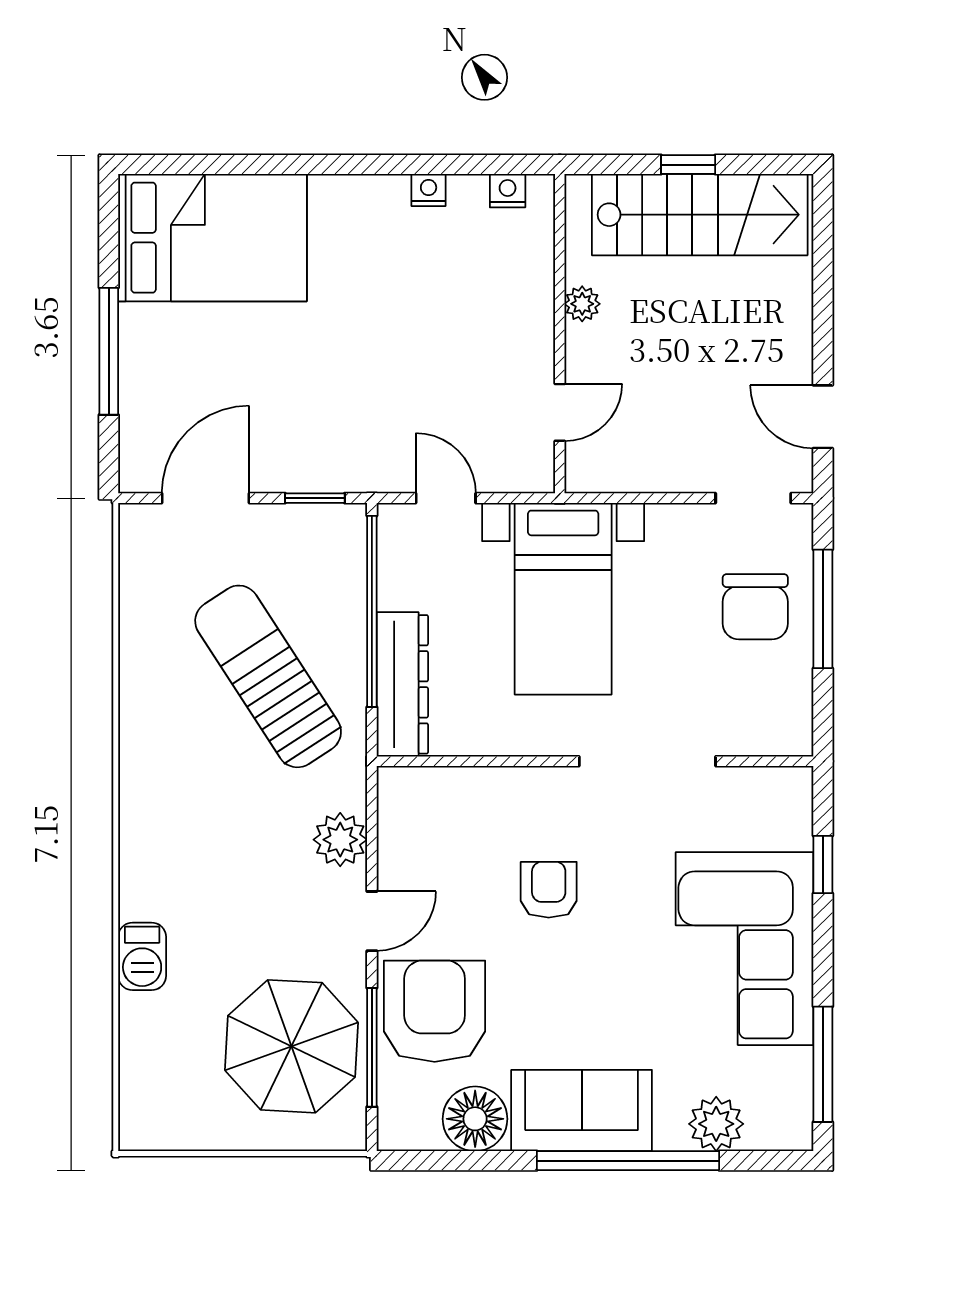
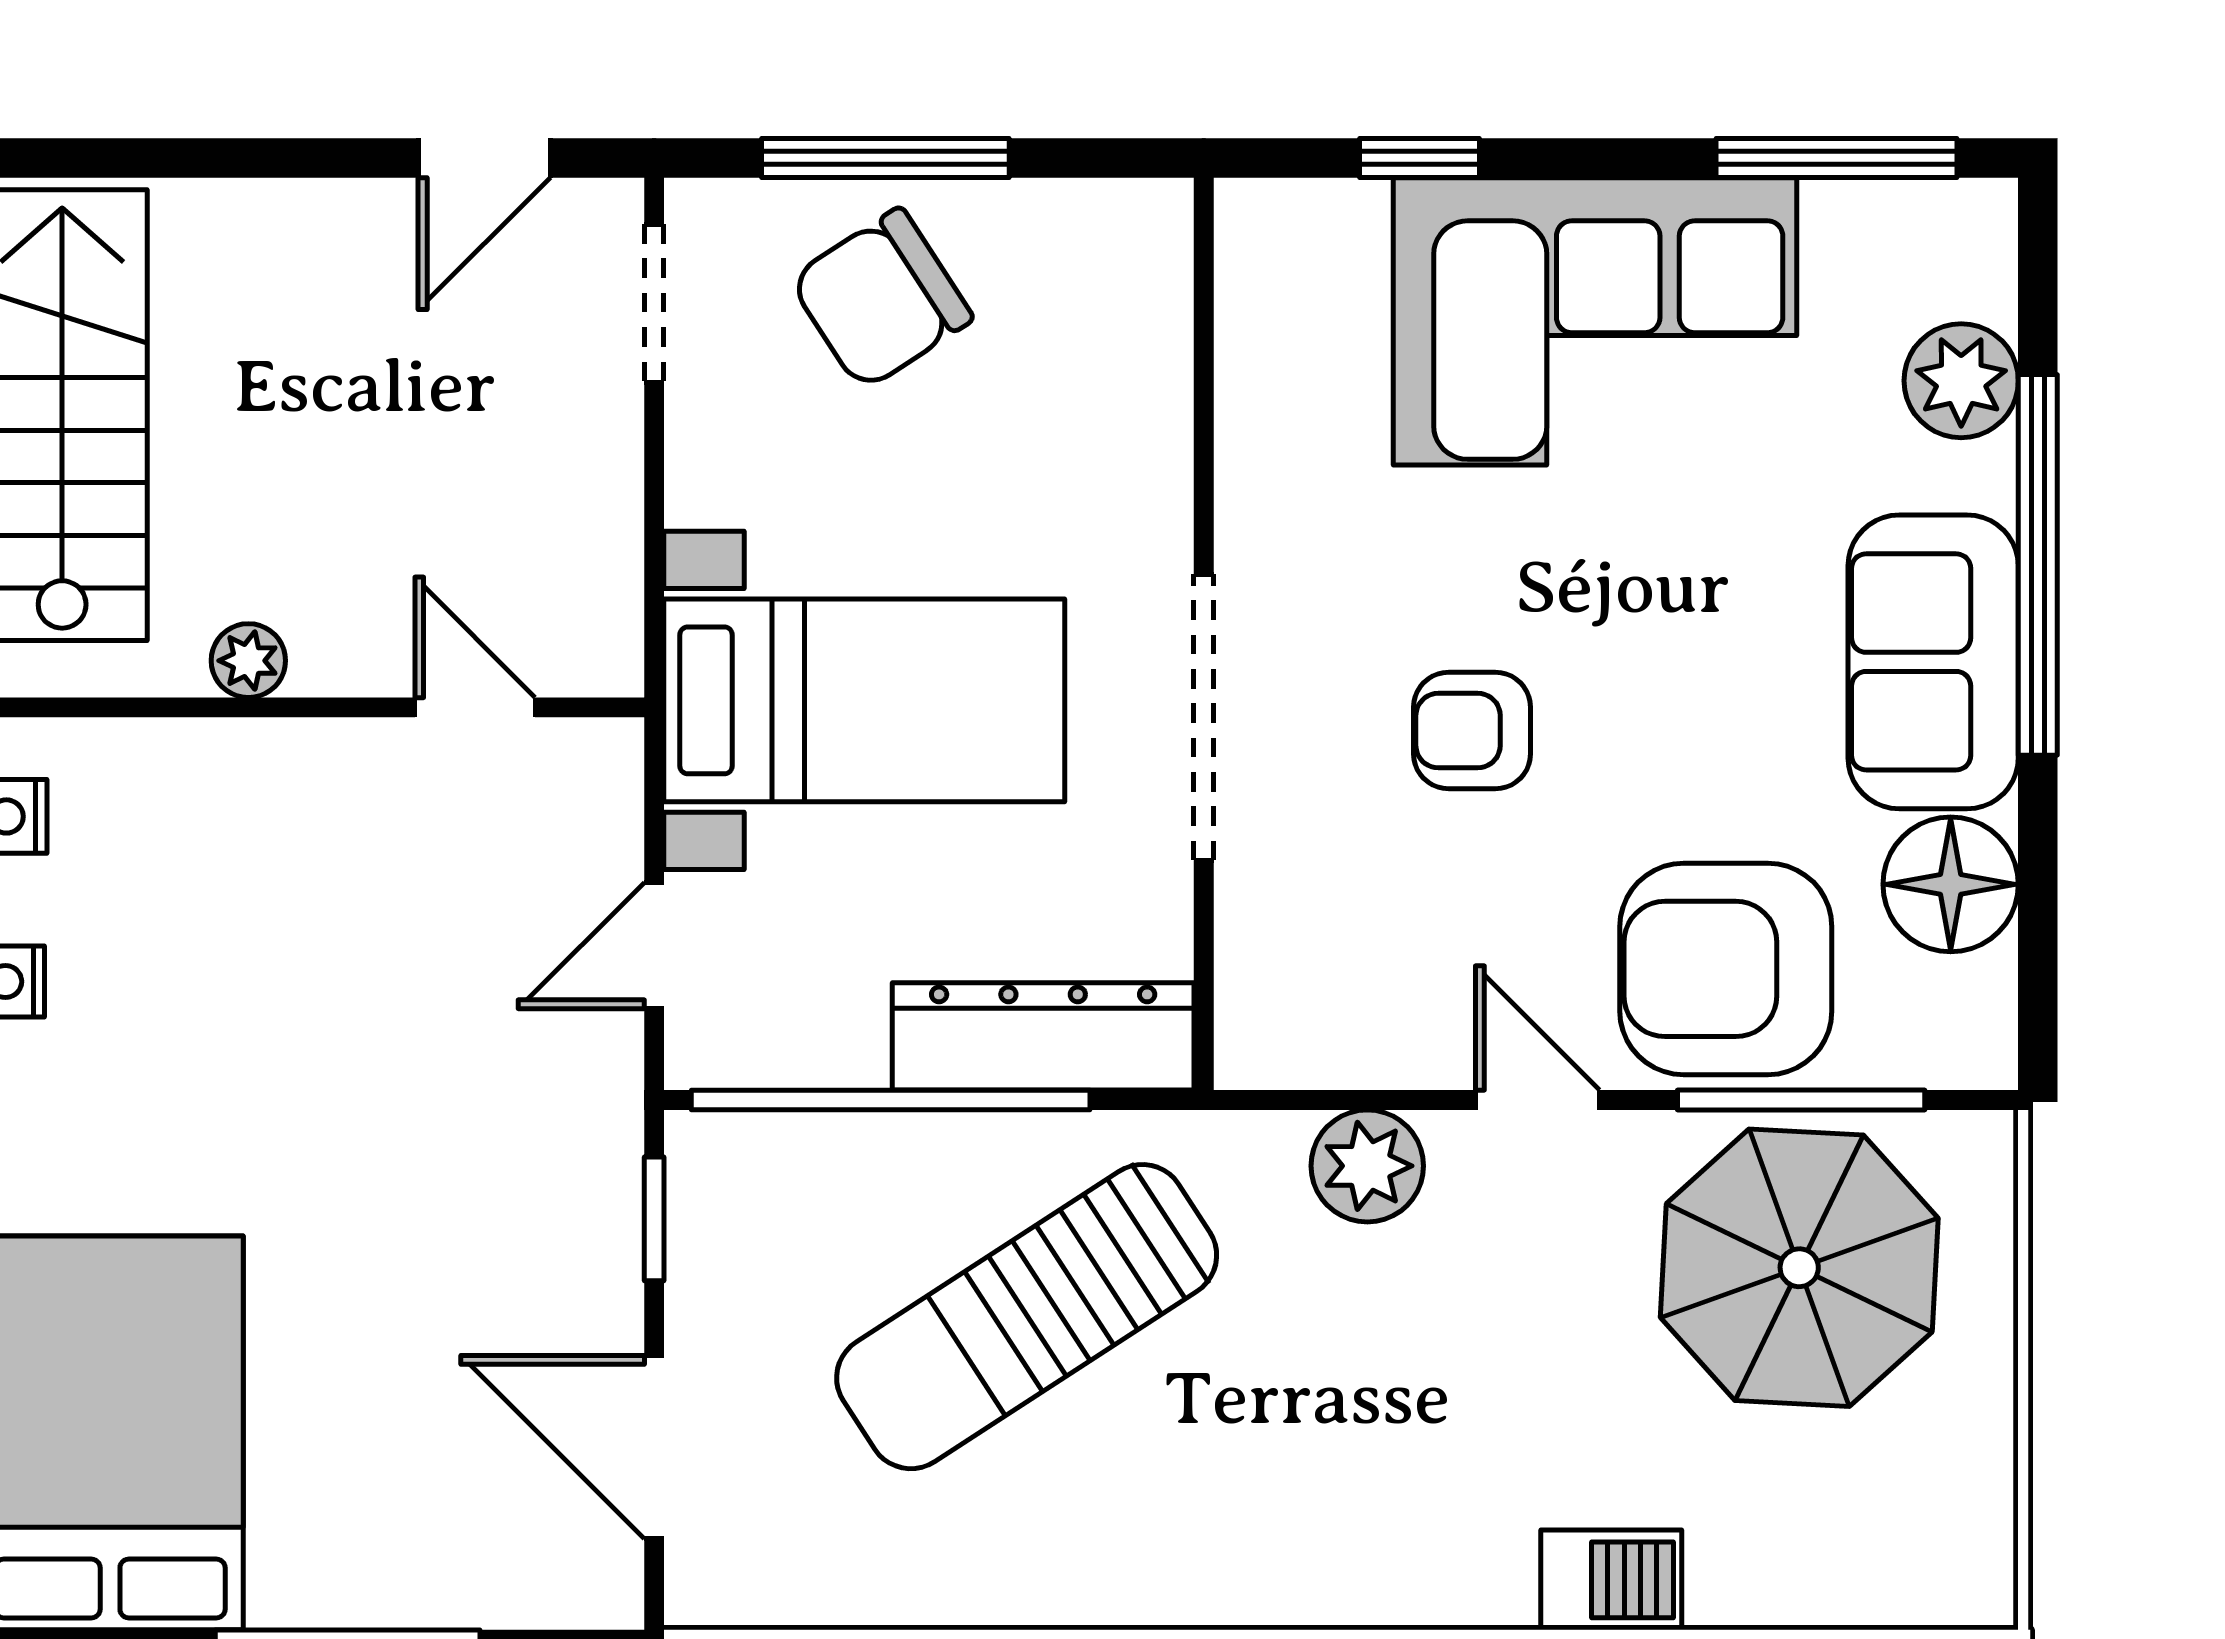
chair: (755, 607) -> (881, 299), turned 147
doorway: (647, 761) -> (1204, 717), moved

